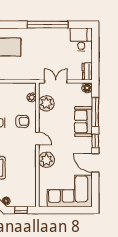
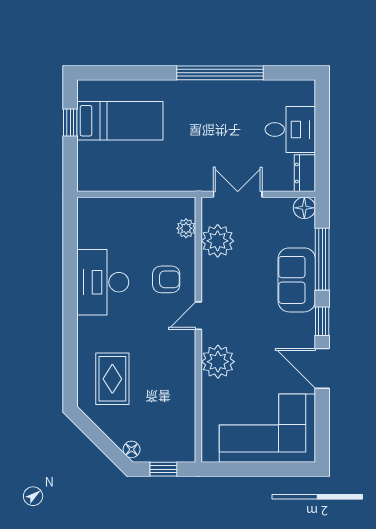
desk: (81, 39) -> (290, 130), moved, turned 90
door: (37, 138) -> (198, 316), swing flipped

